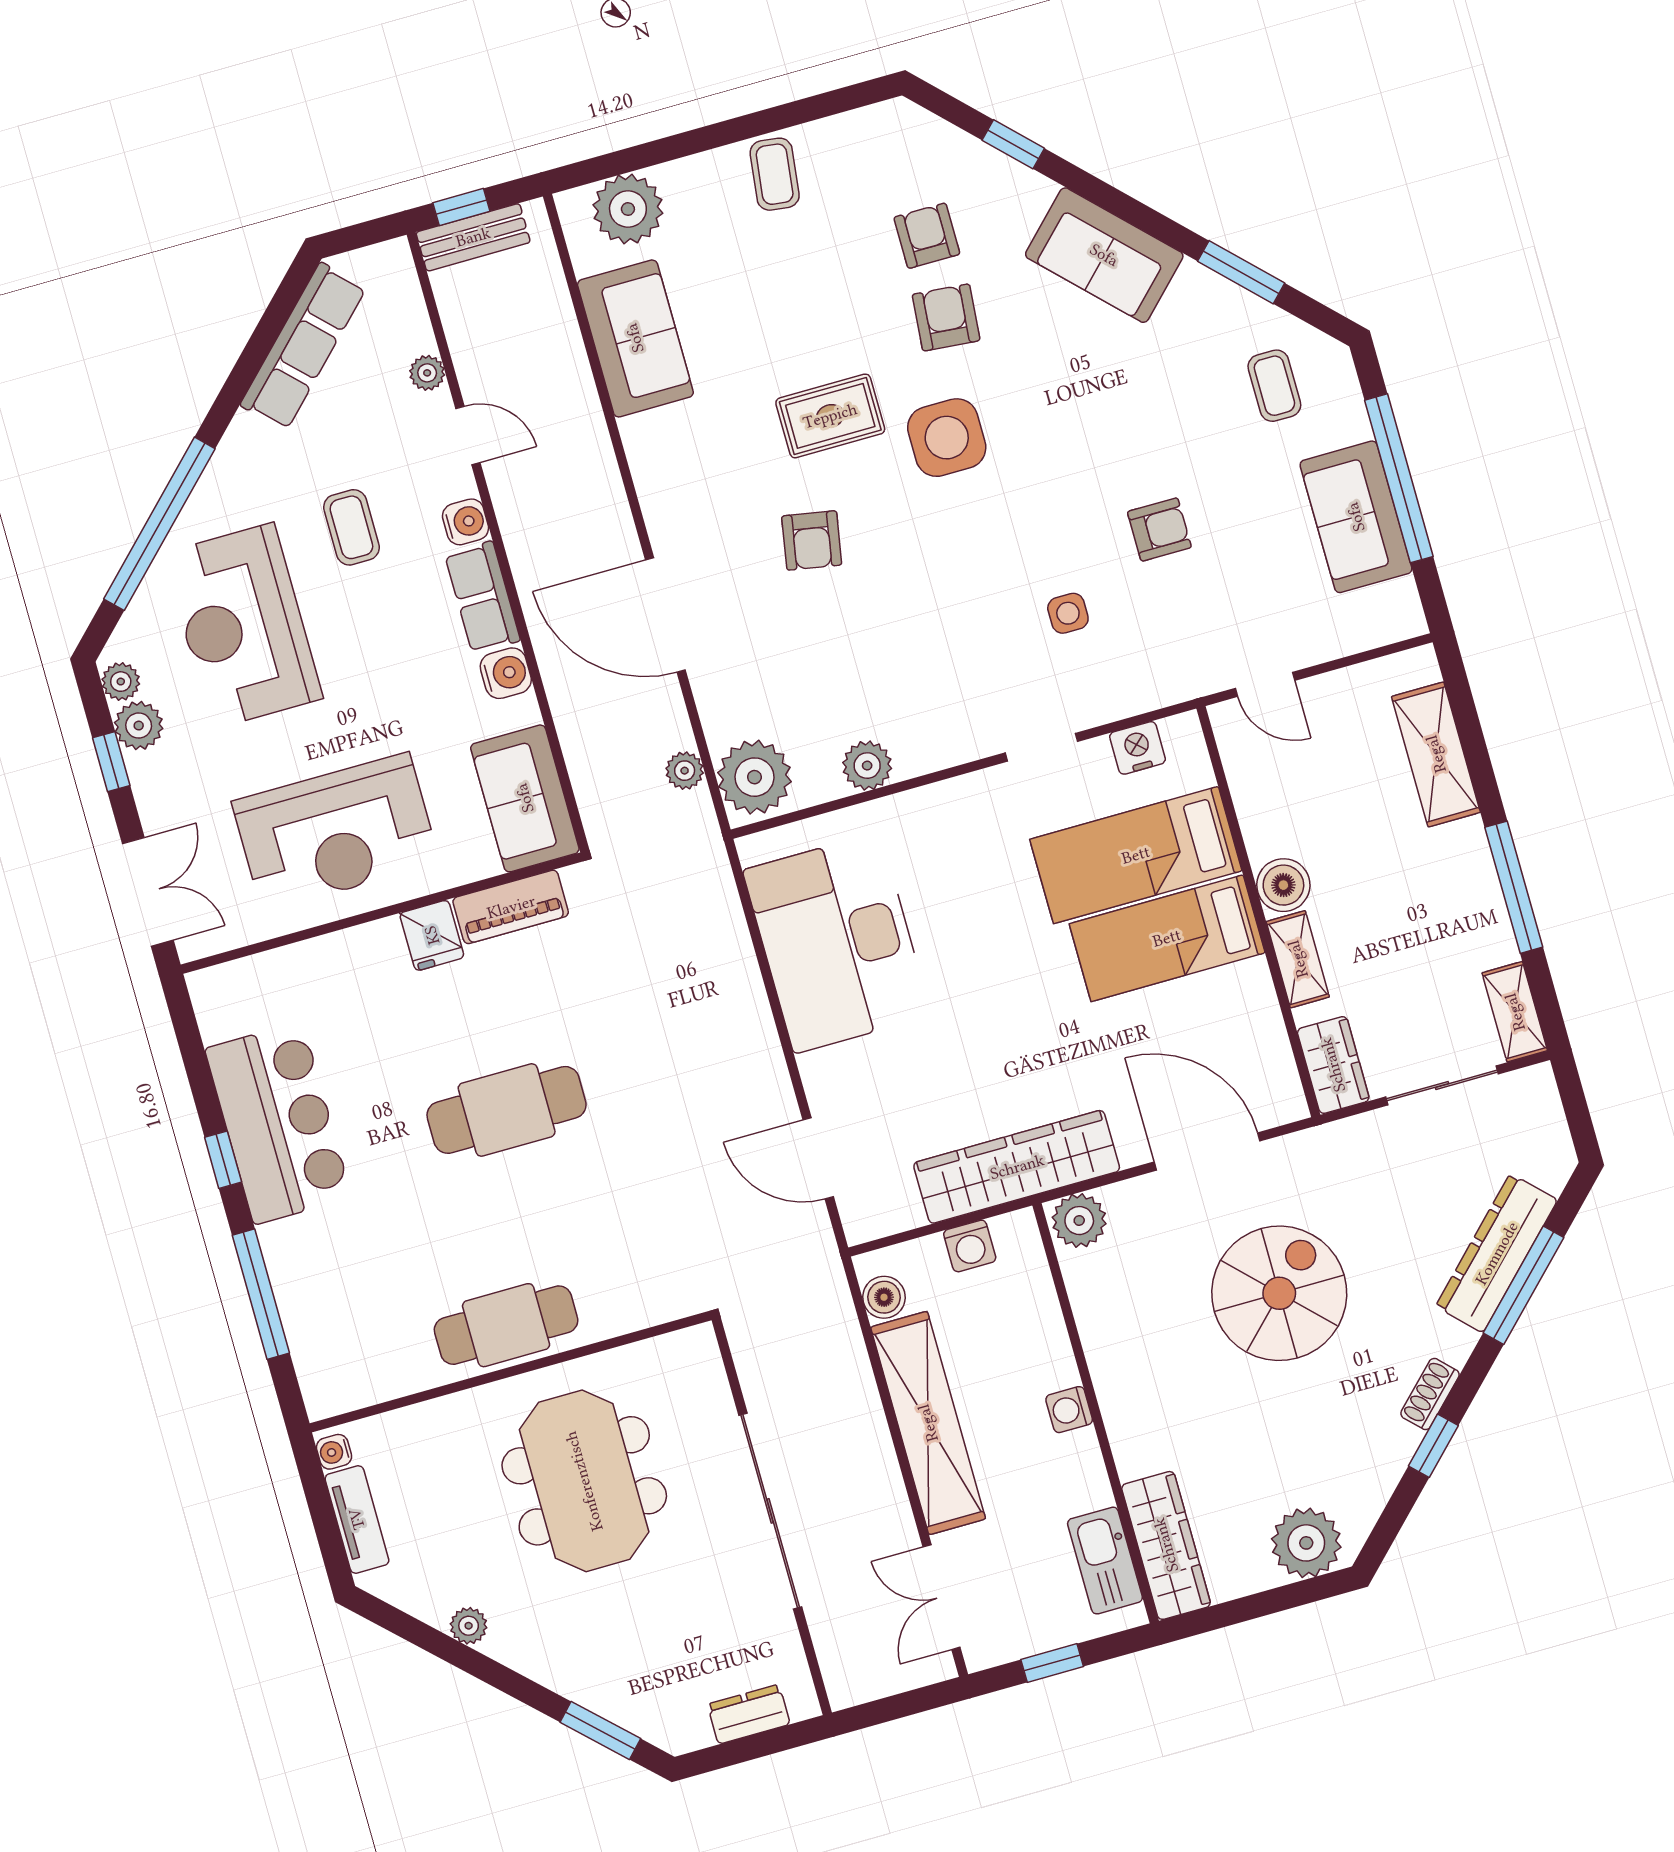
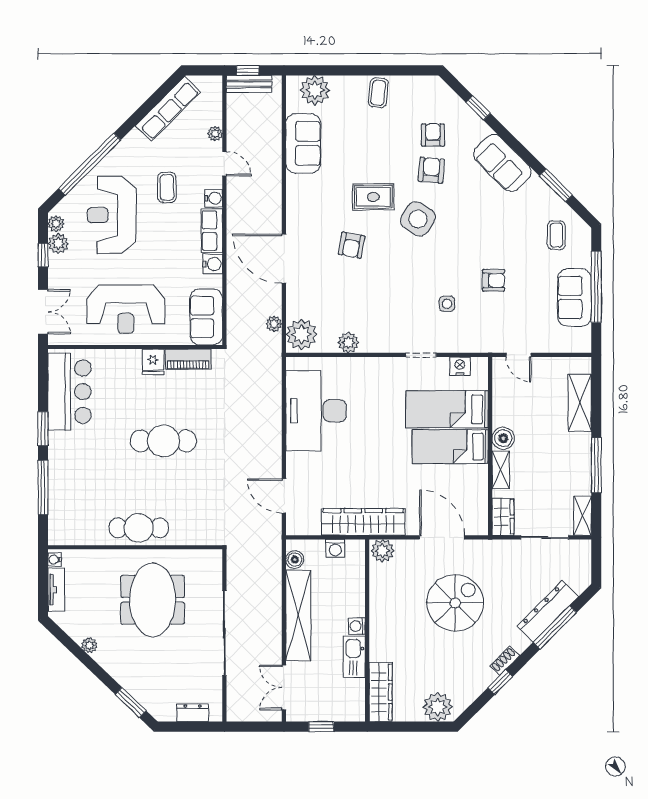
side table: (947, 438) -> (418, 219), turned 32
bar counter: (278, 1123) -> (69, 392), moved
window: (223, 1160) -> (43, 429), width x1.50
kitchen sink: (1105, 1561) -> (354, 657), moved

